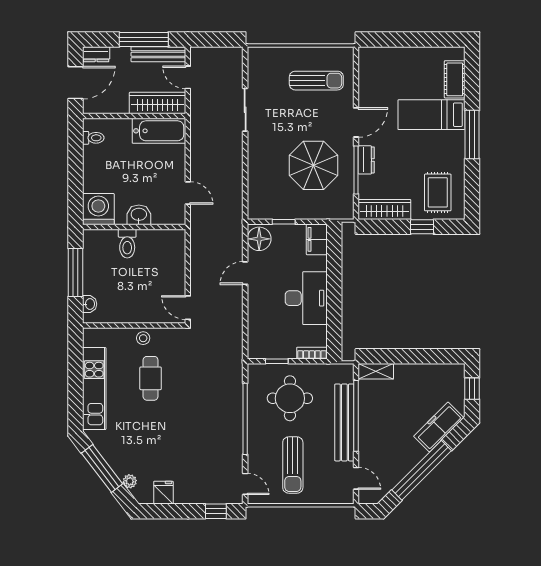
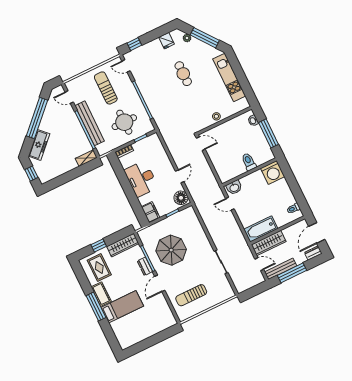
cot: (455, 79) -> (101, 294), moved
washbasin: (139, 215) -> (234, 187), moved
cafe table: (151, 378) -> (183, 74), moved

